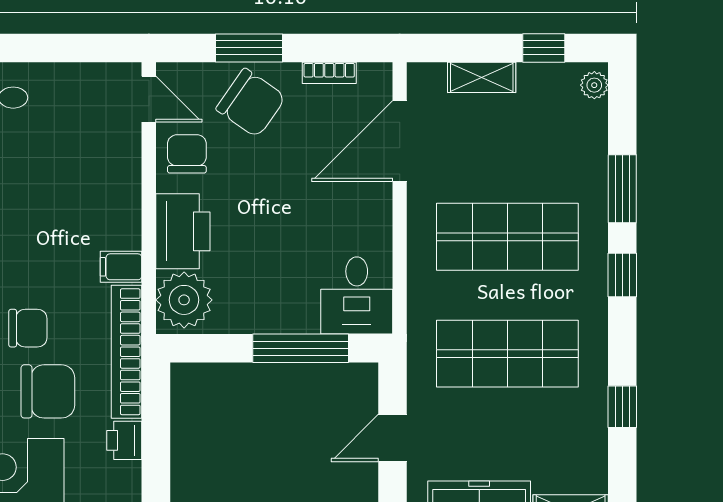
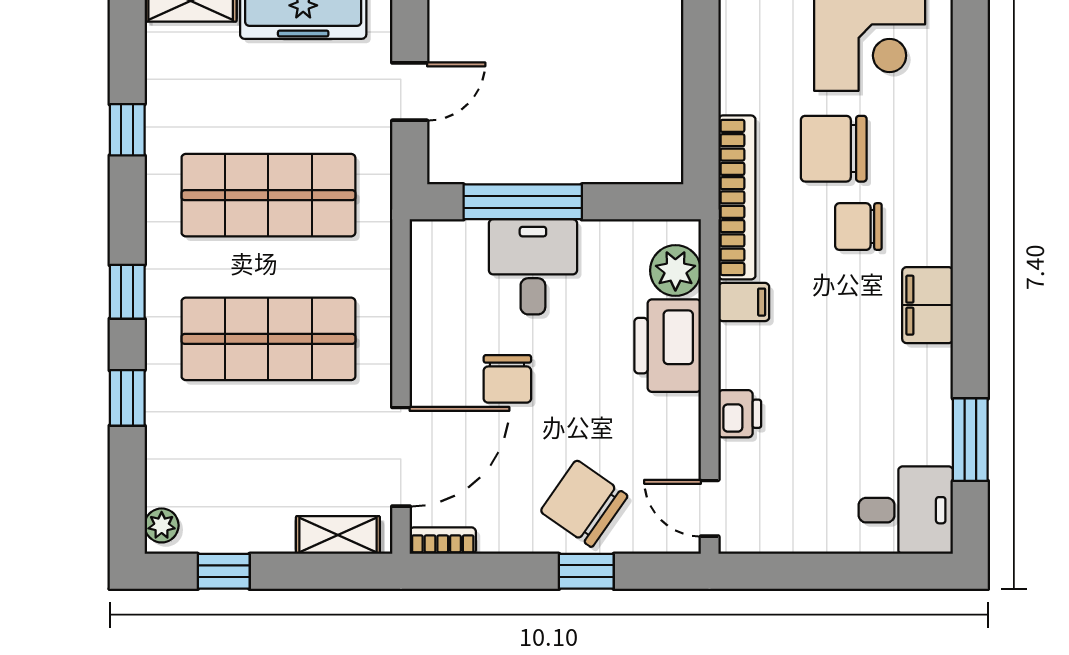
window: (249, 48) -> (586, 571), width x0.67
bookcase: (329, 73) -> (443, 541), moved
shelving: (482, 77) -> (338, 535), moved
chair: (187, 154) -> (507, 379), moved
window: (622, 189) -> (127, 398), width x0.67
desk: (357, 295) -> (533, 267), moved
plant: (184, 300) -> (675, 270), width x0.73, depth x0.73
printer: (124, 440) -> (740, 414), moved

